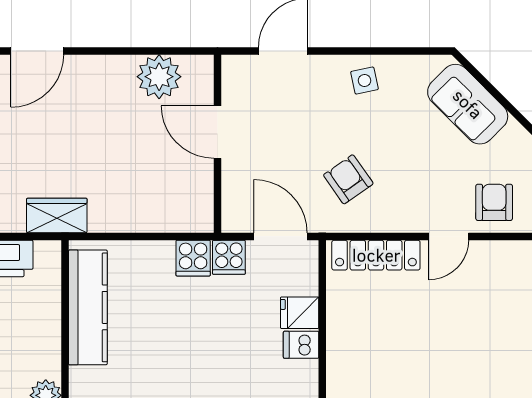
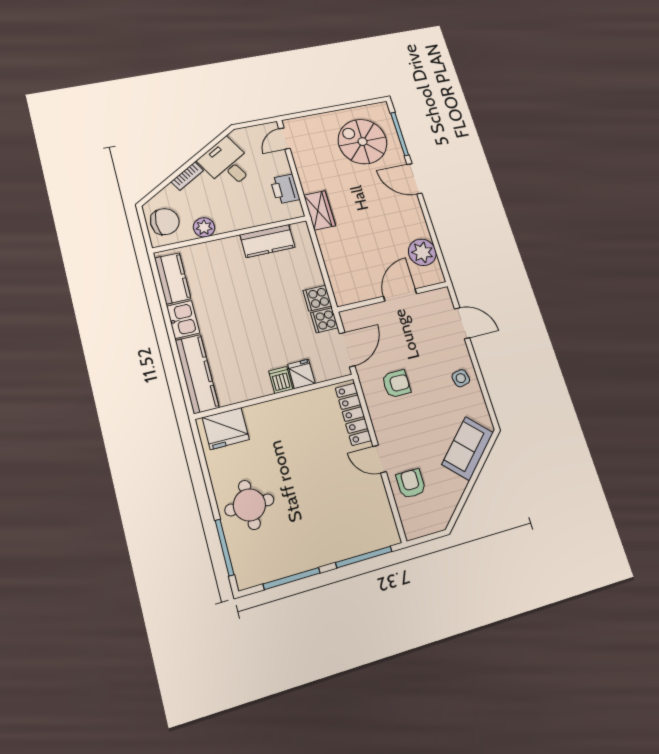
armchair: (348, 179) -> (396, 384), turned 35
armchair: (494, 202) -> (411, 484), turned -90
kitchen counter: (88, 307) -> (267, 241), width x0.67

